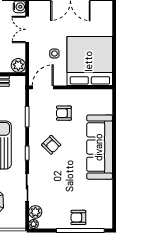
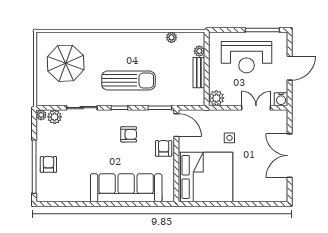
bed: (90, 61) -> (205, 177), moved
door: (43, 87) -> (176, 125), moved
wall: (71, 87) -> (176, 156), moved
armchair: (51, 145) -> (129, 134), turned -135

